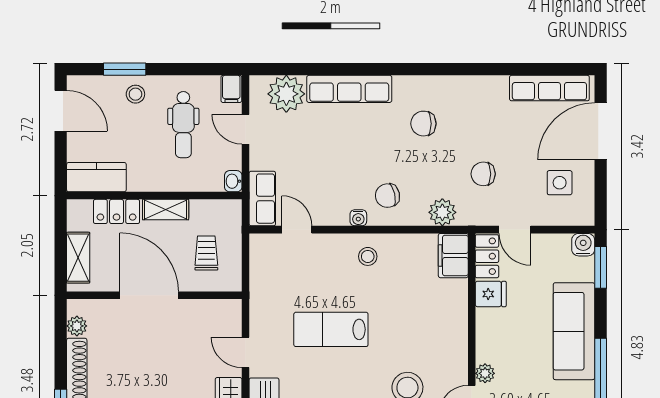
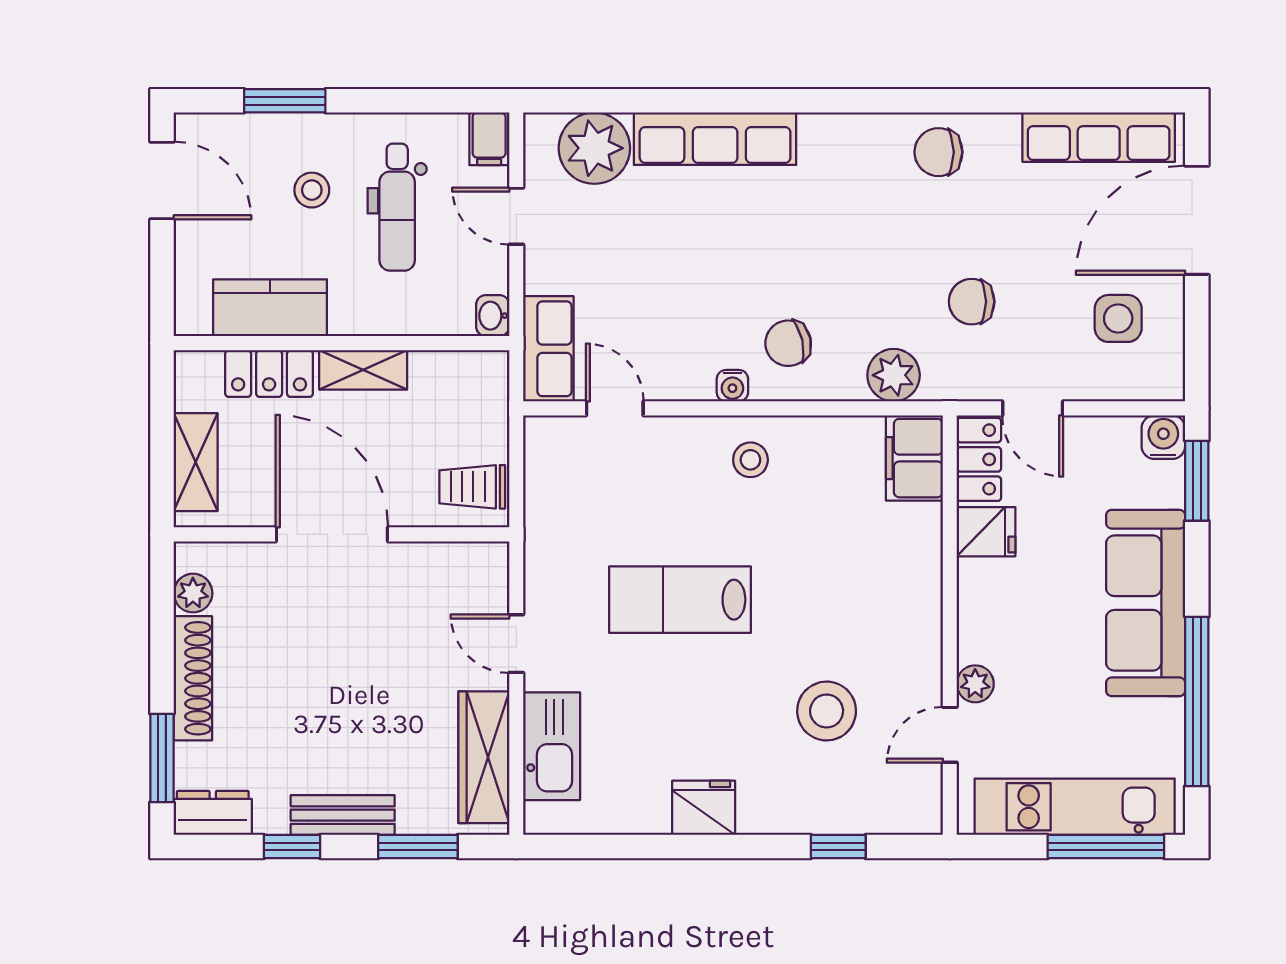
stool: (135, 94) -> (312, 190), moved
chair: (423, 124) -> (938, 152), moved
kitchen counter: (96, 177) -> (270, 308), moved
trolley: (206, 253) -> (472, 487), moved, turned -90

